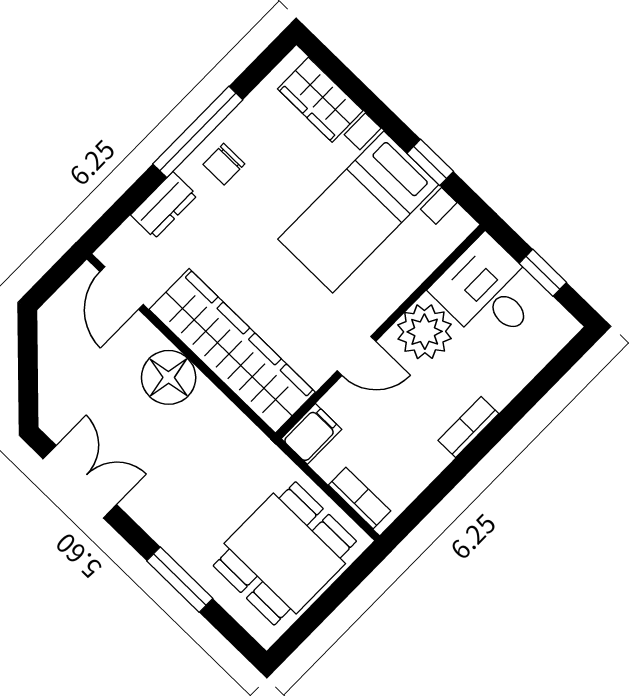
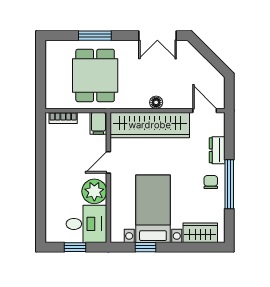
floor lamp: (169, 377) -> (156, 102), width x0.53, depth x0.53
bookcase: (468, 427) -> (51, 175), removed
dining table: (285, 553) -> (95, 75), moved

